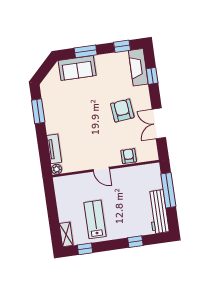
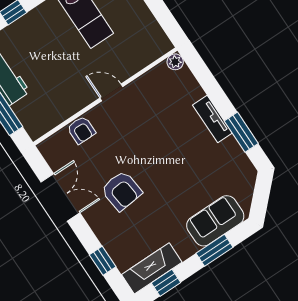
fireplace: (138, 67) -> (152, 268), moved, turned -90
tv unit: (54, 149) -> (212, 119), moved

